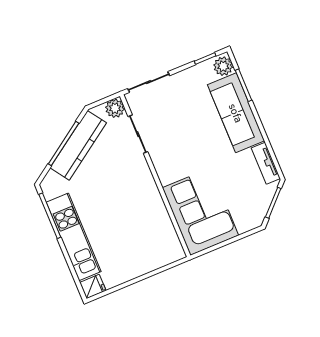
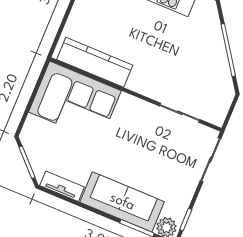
plant: (115, 108) -> (216, 115), removed
kitchen counter: (78, 145) -> (95, 62), moved, turned 124

